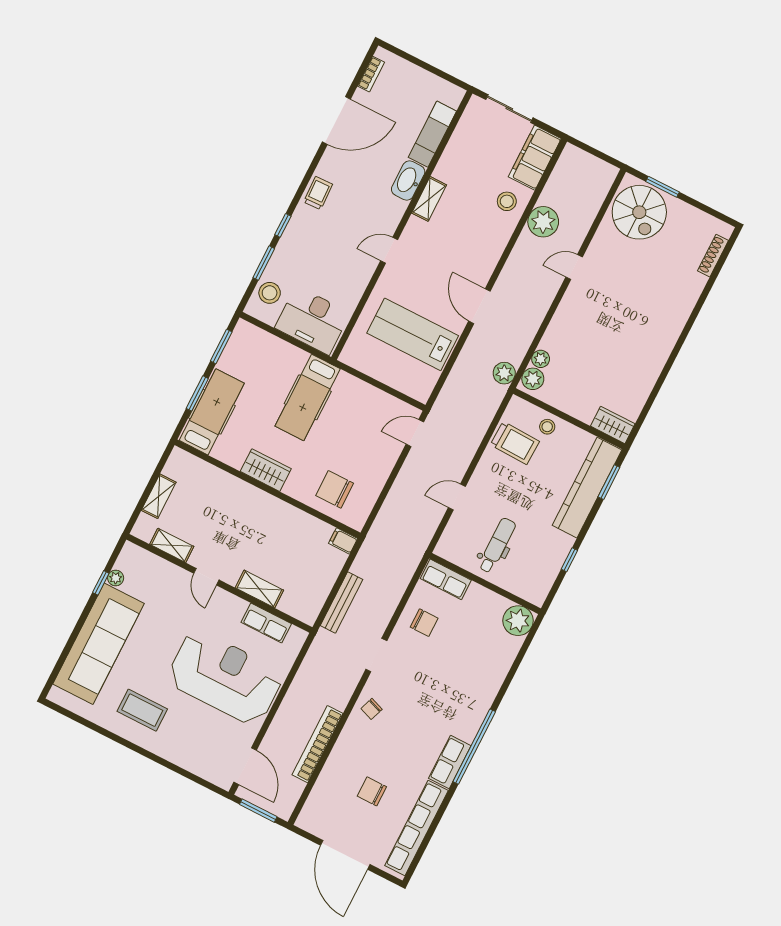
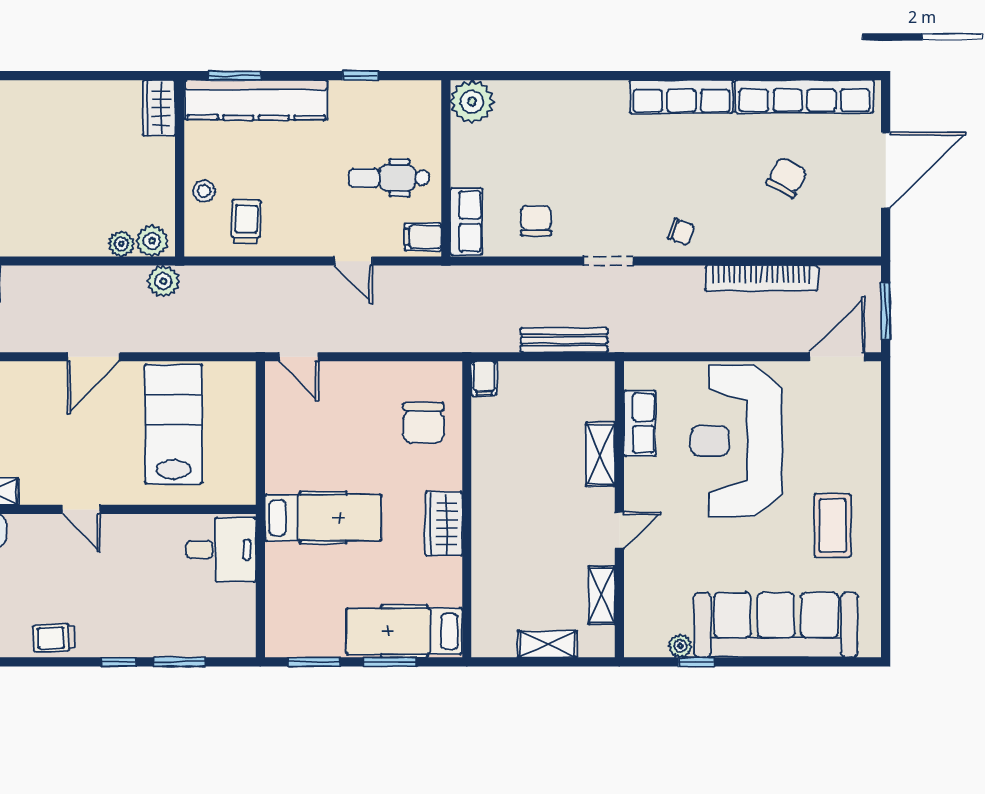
stool: (270, 293) -> (214, 635), removed
desk: (313, 320) -> (221, 550), width x0.73
lab bench: (413, 334) -> (174, 424), turned 180
trolley: (515, 443) -> (246, 222), width x0.73, depth x0.72
filing cabinet: (450, 548) -> (423, 237), added
window: (474, 747) -> (662, 76), removed
row of seats: (450, 762) -> (681, 97), width x1.48
chair: (372, 791) -> (787, 177), turned -152

